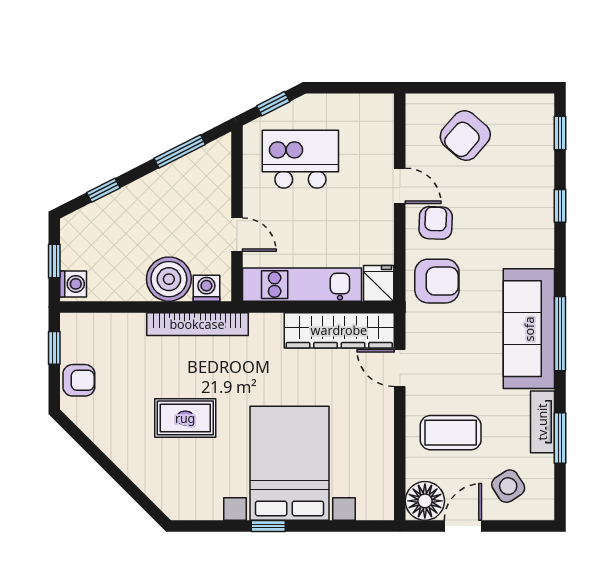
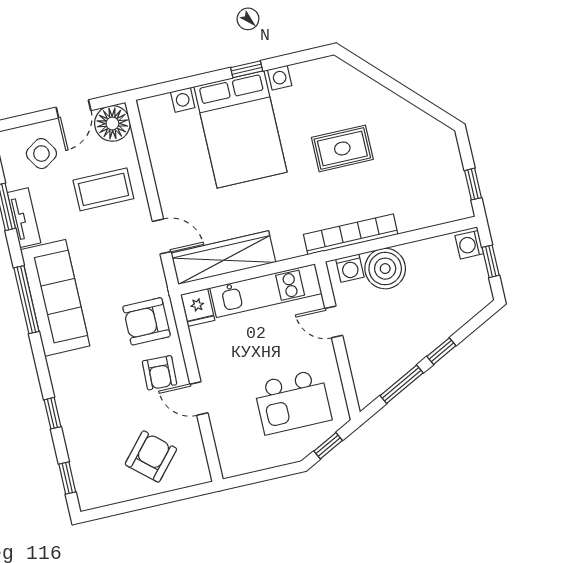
window: (103, 190) -> (441, 351), moved
armchair: (79, 380) -> (445, 160), removed

